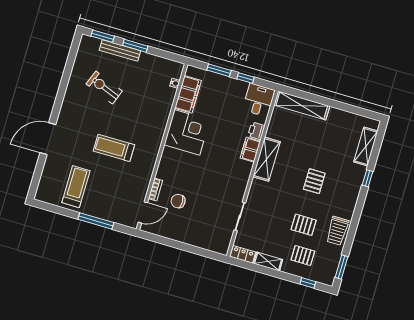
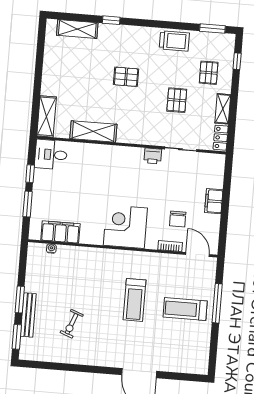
exercise bike: (104, 88) -> (72, 324), width x0.73, depth x0.72
shelving: (302, 106) -> (47, 116), width x0.68
printer: (256, 131) -> (153, 156), moved
corner desk: (187, 132) -> (125, 227), moved
filing cabinet: (250, 150) -> (214, 201), moved, turned 90
shelving: (267, 159) -> (93, 131), moved
treadmill: (76, 187) -> (185, 309), moved
pallet: (304, 225) -> (177, 100), moved

